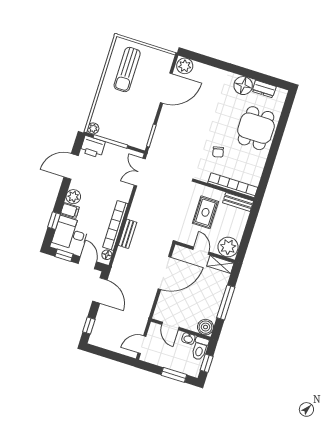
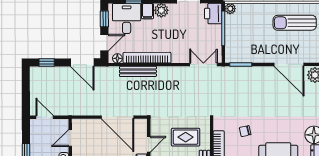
bench: (128, 234) -> (138, 71), width x1.36
door: (100, 291) -> (82, 62), hinge flipped

